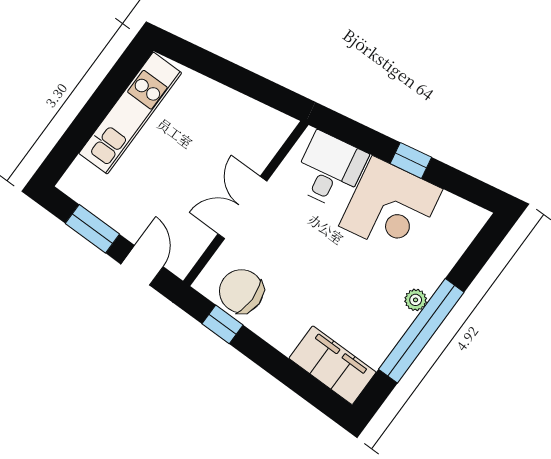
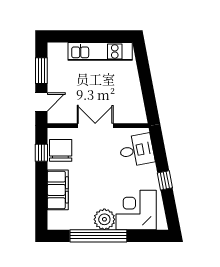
corner desk: (391, 207) -> (136, 210), moved, turned 101
plant: (416, 300) -> (104, 219), width x1.88, depth x1.88
filing cabinet: (332, 365) -> (58, 190), moved

